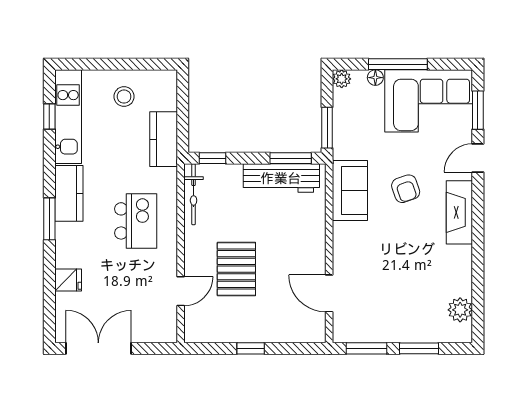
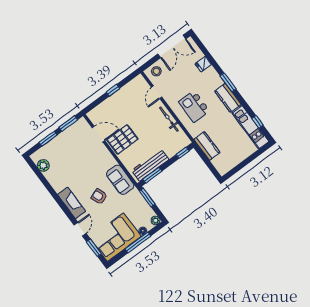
stool: (124, 97) -> (156, 71), moved
bicycle: (194, 194) -> (169, 119), moved
pallet: (236, 269) -> (122, 139), moved, turned 90

